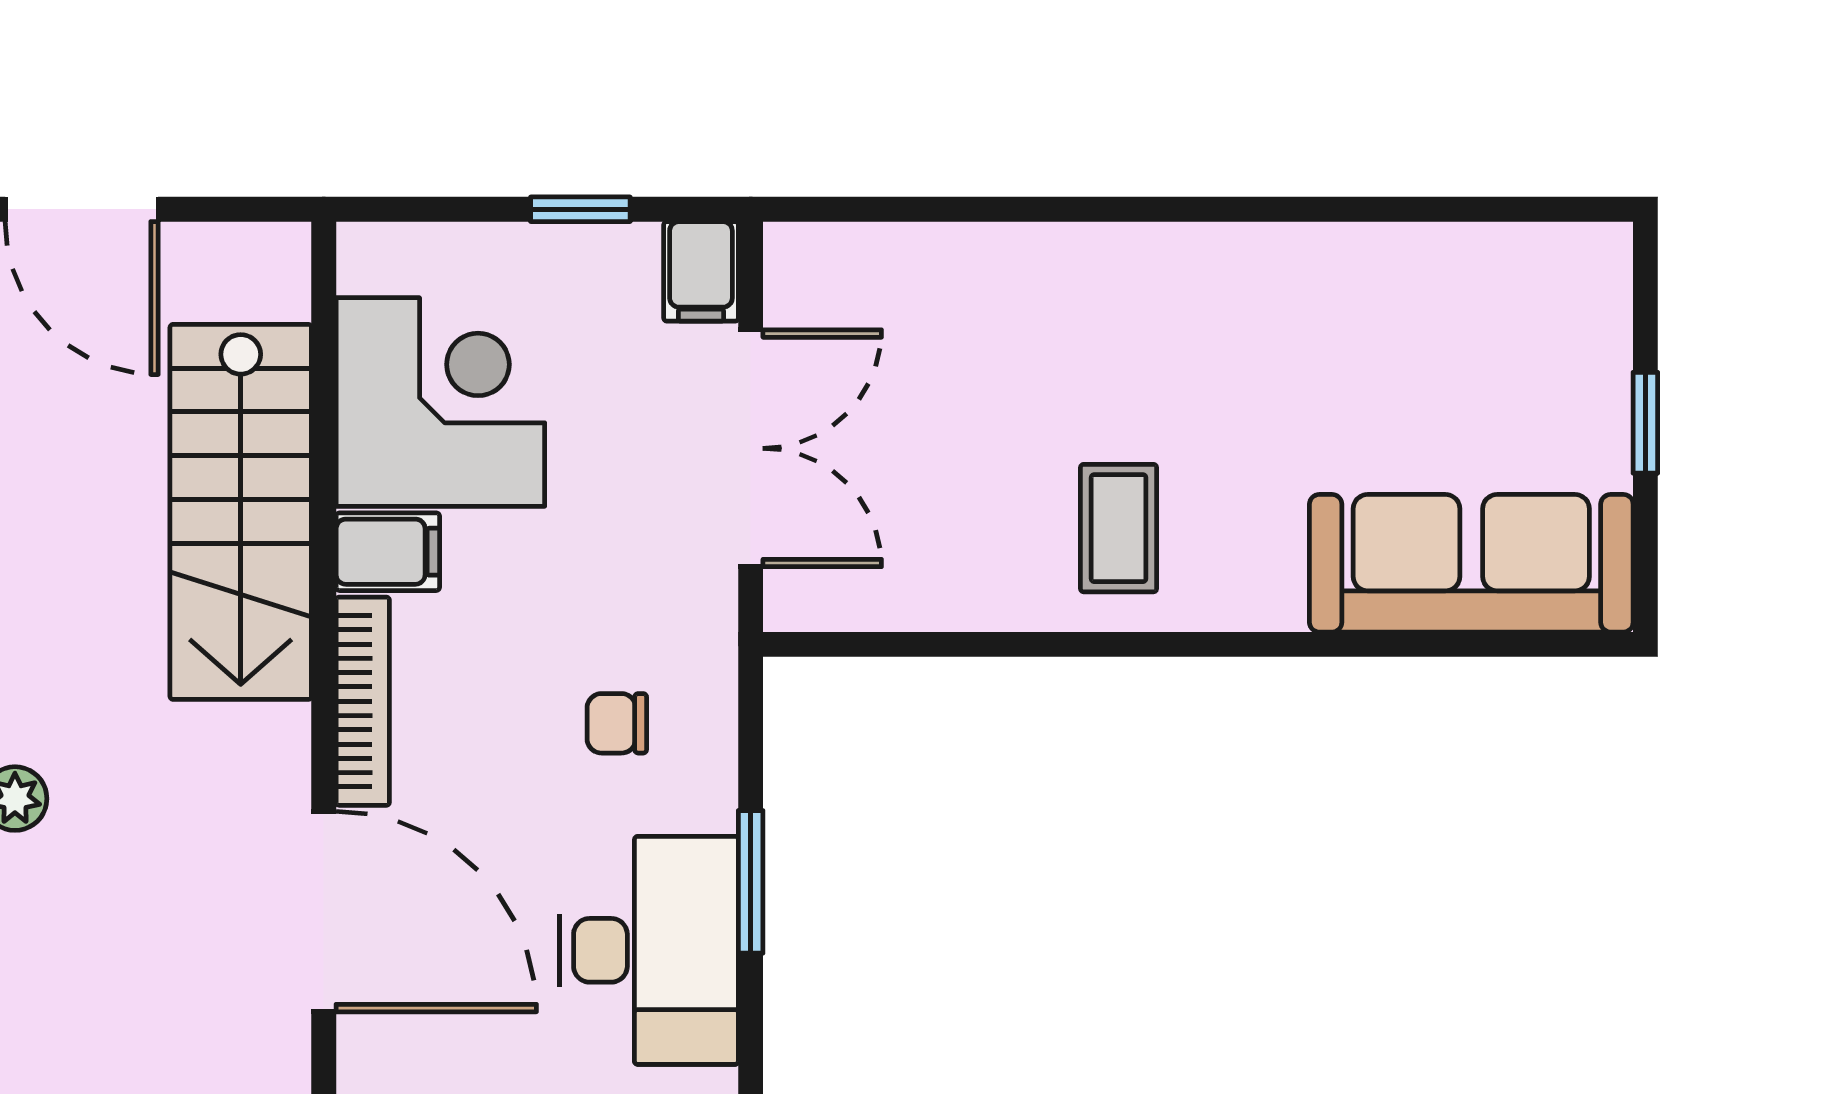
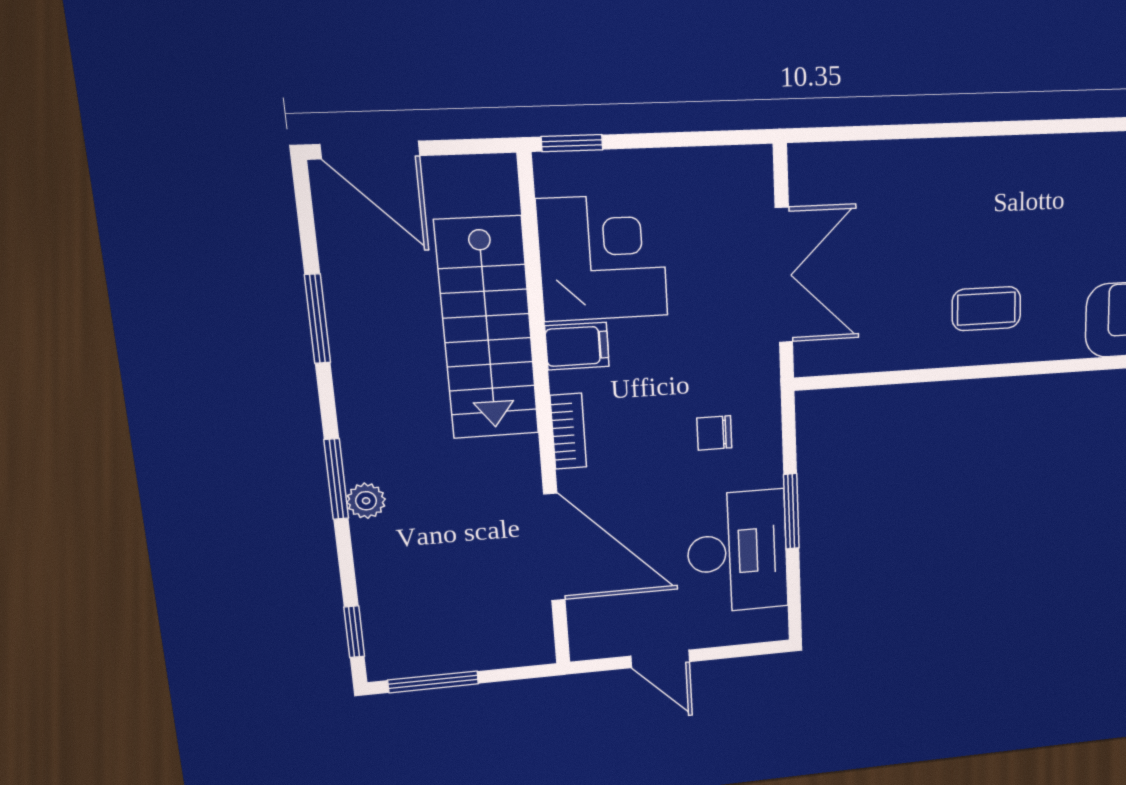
window: (580, 209) -> (572, 143), moved
filing cabinet: (701, 271) -> (752, 174), removed
coffee table: (1119, 528) -> (986, 309), turned 90
bookcase: (363, 701) -> (568, 431), width x0.64

